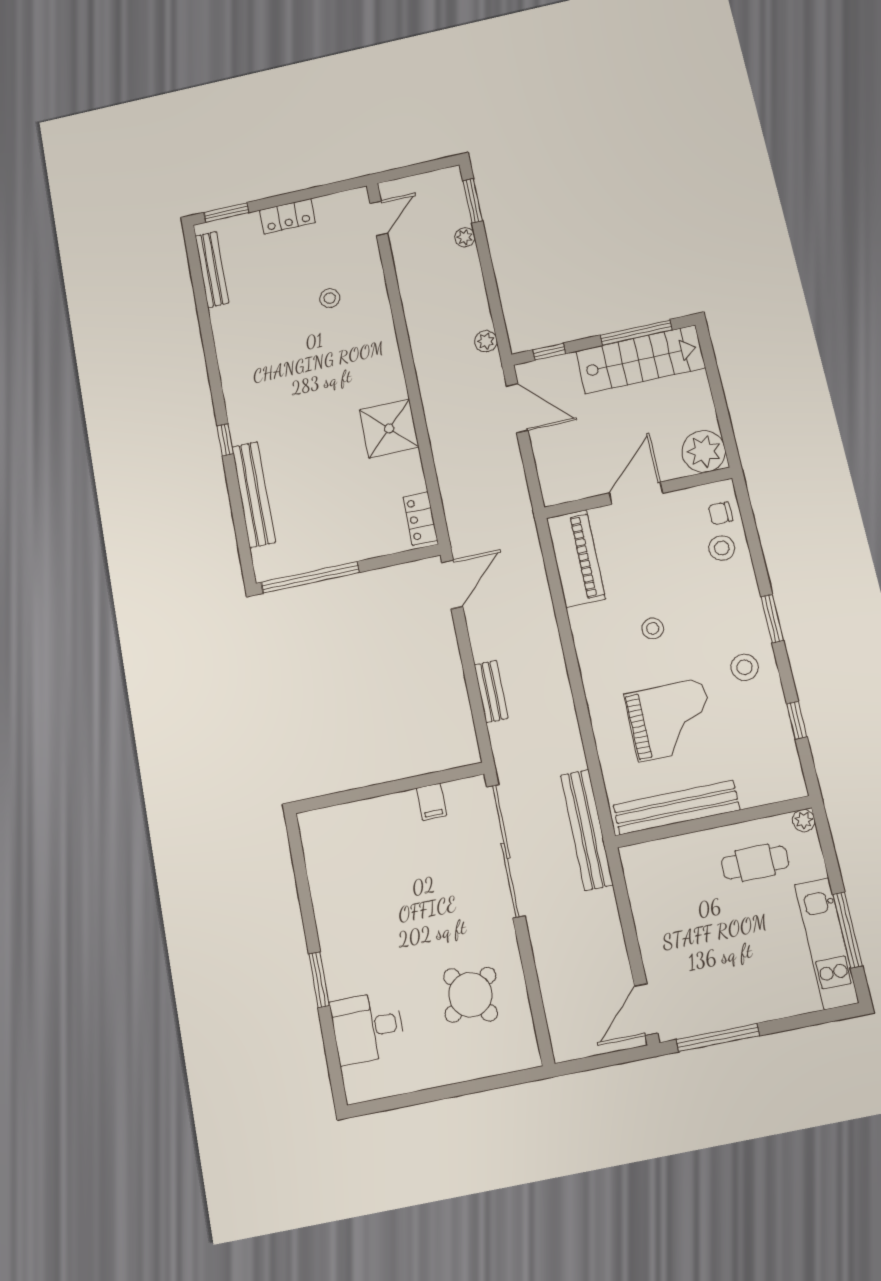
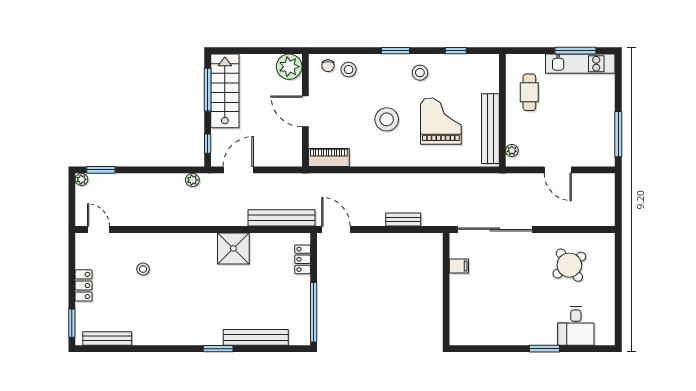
plant: (465, 237) -> (81, 179), moved
window: (225, 440) -> (218, 349), width x1.50
locker: (420, 519) -> (303, 259), moved, turned 90
piano: (576, 558) -> (329, 157), width x0.73, depth x0.75
stool: (653, 628) -> (387, 119), width x1.89, depth x1.89
plant: (804, 820) -> (512, 151), moved
bench: (587, 830) -> (282, 218), moved
door: (646, 1010) -> (558, 170), moved

